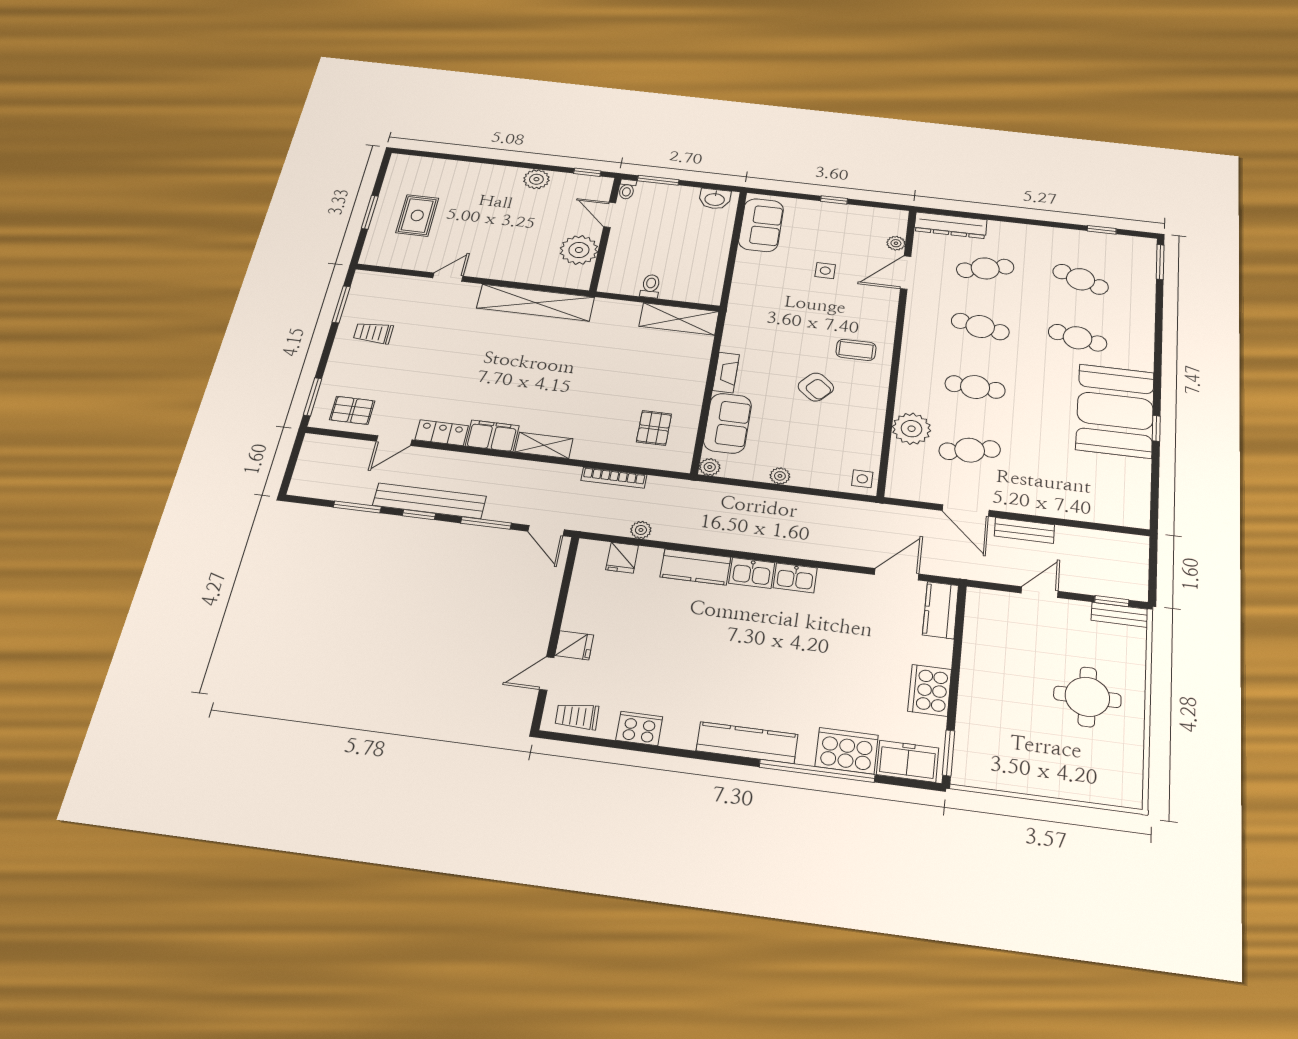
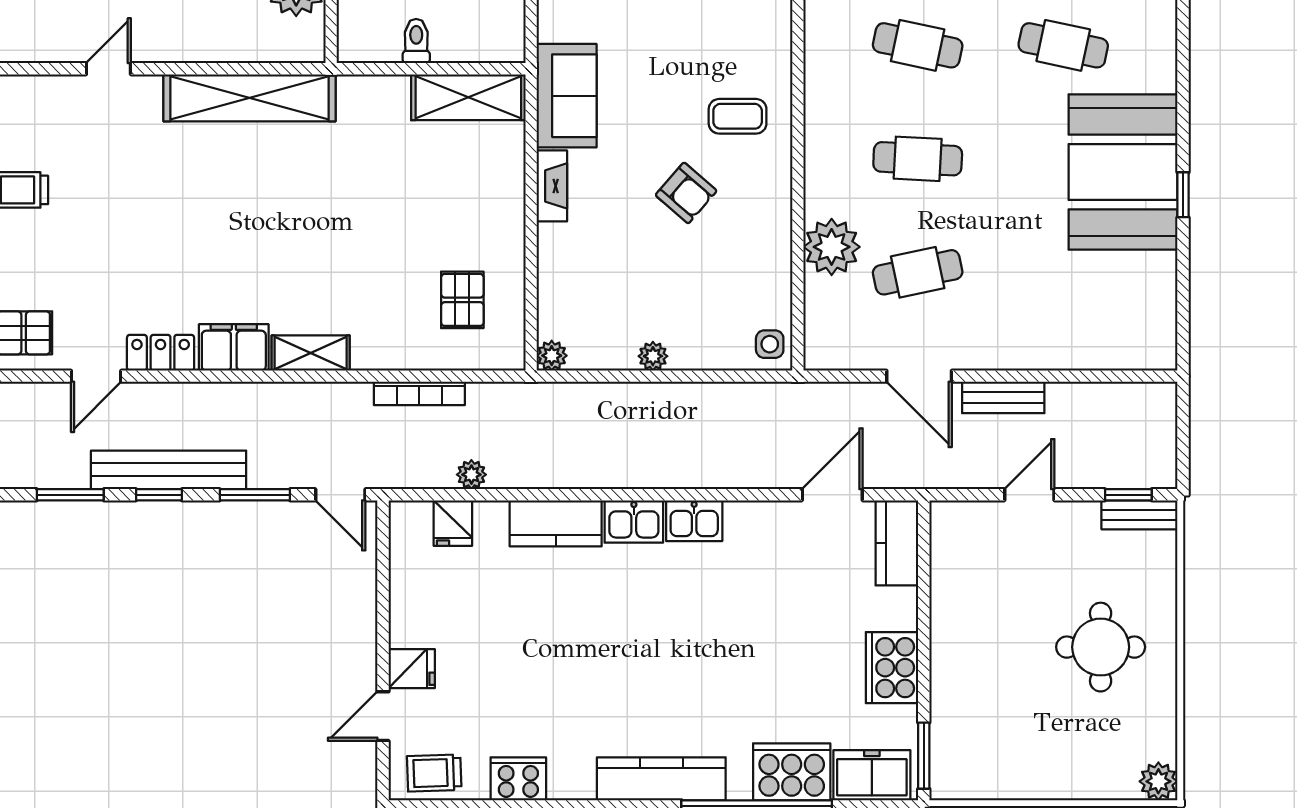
sofa: (728, 423) -> (567, 96), moved
plant: (1128, 794) -> (1158, 781), added

